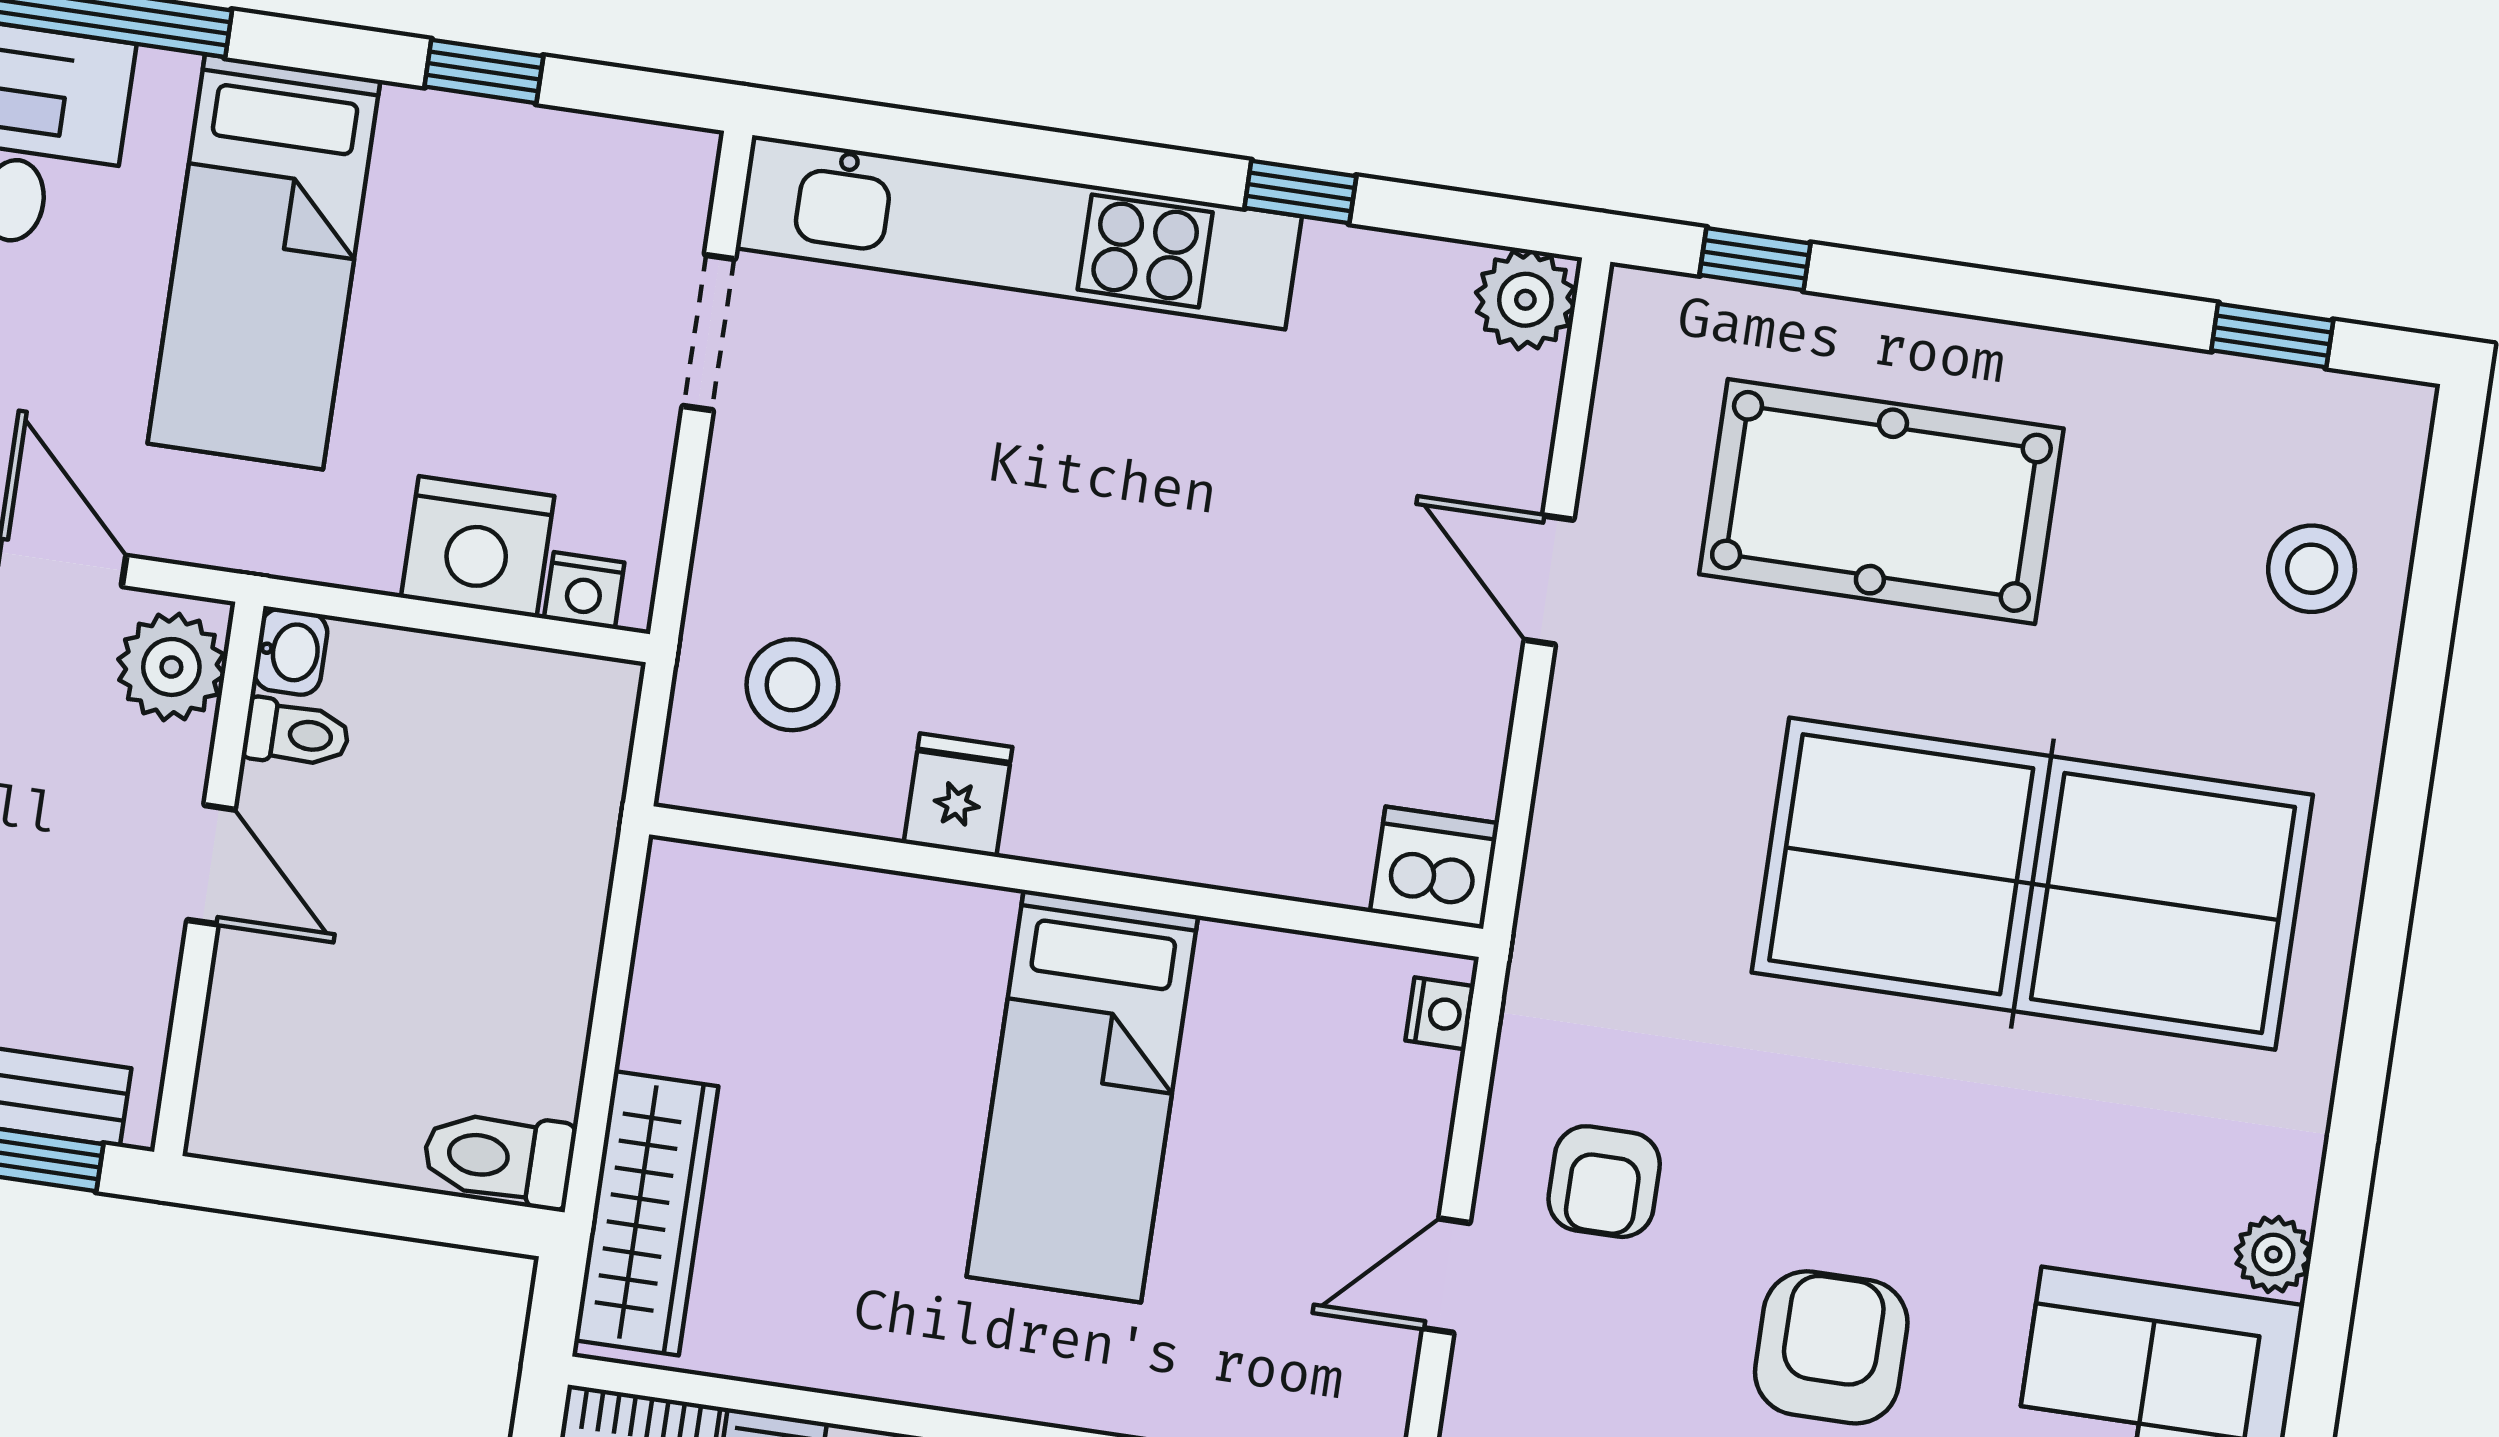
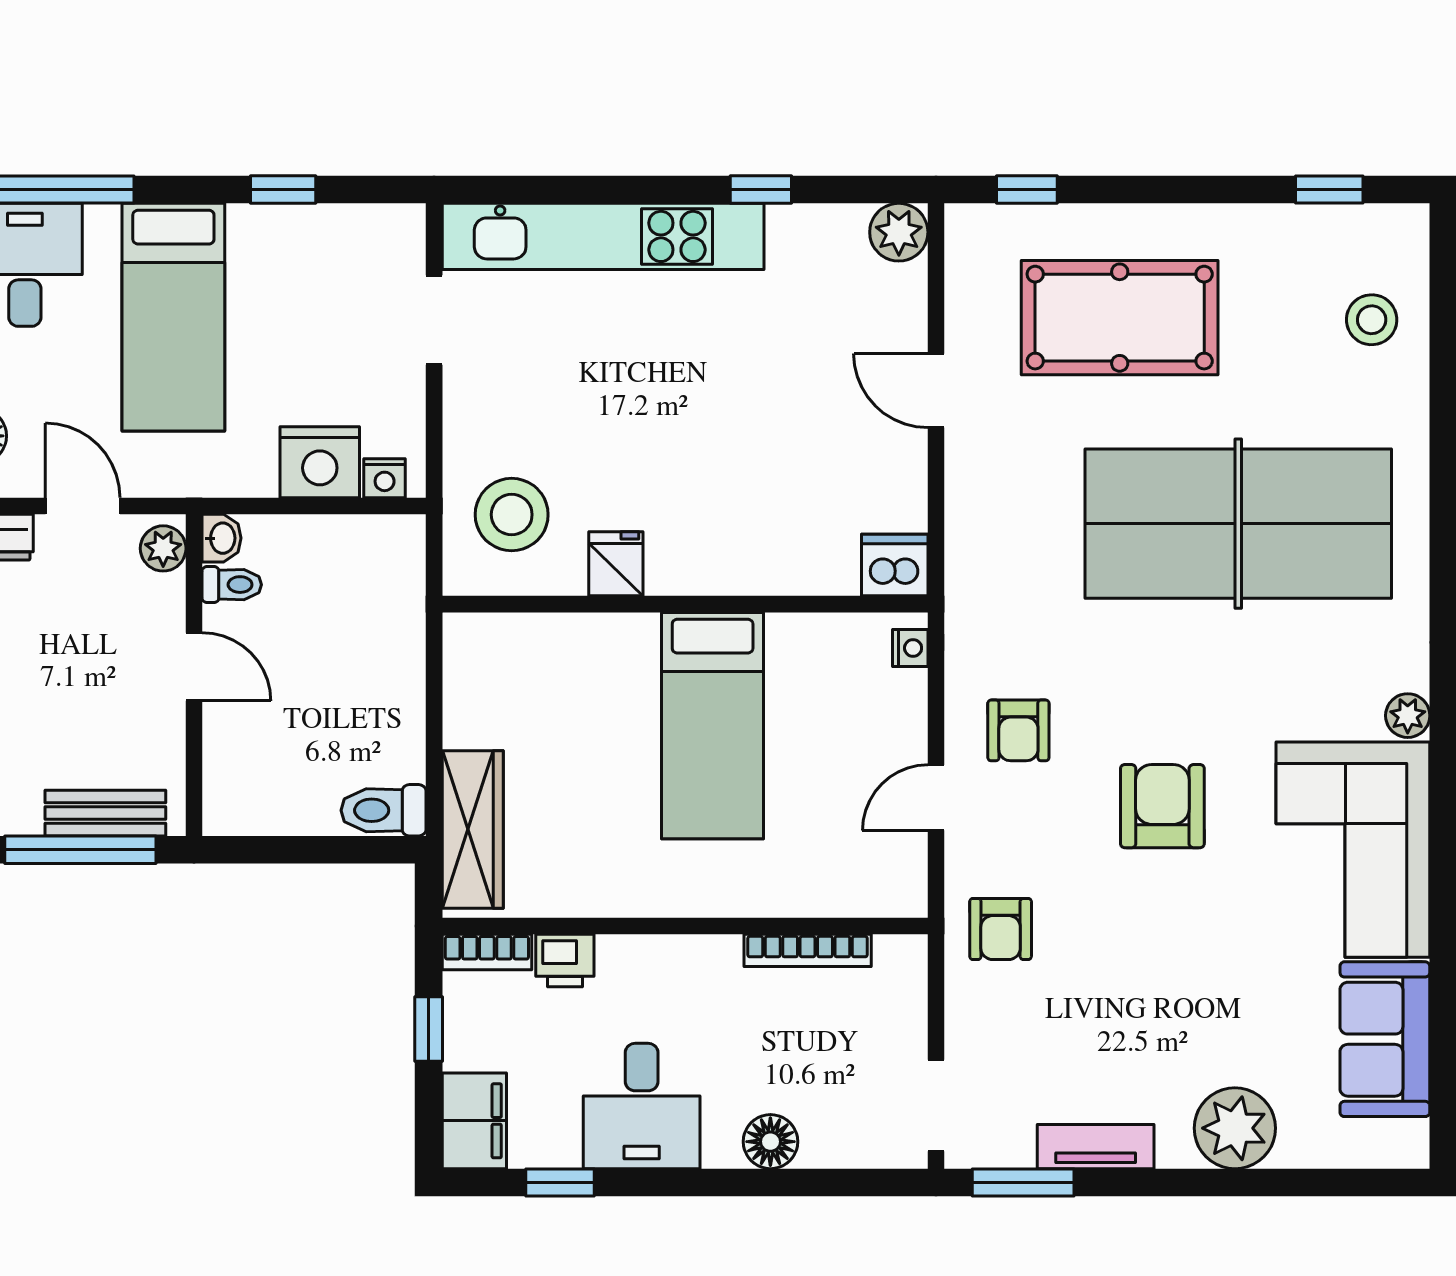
plant: (171, 667) -> (163, 548), width x0.73, depth x0.73
stool: (792, 685) -> (512, 515), width x1.38, depth x1.38

